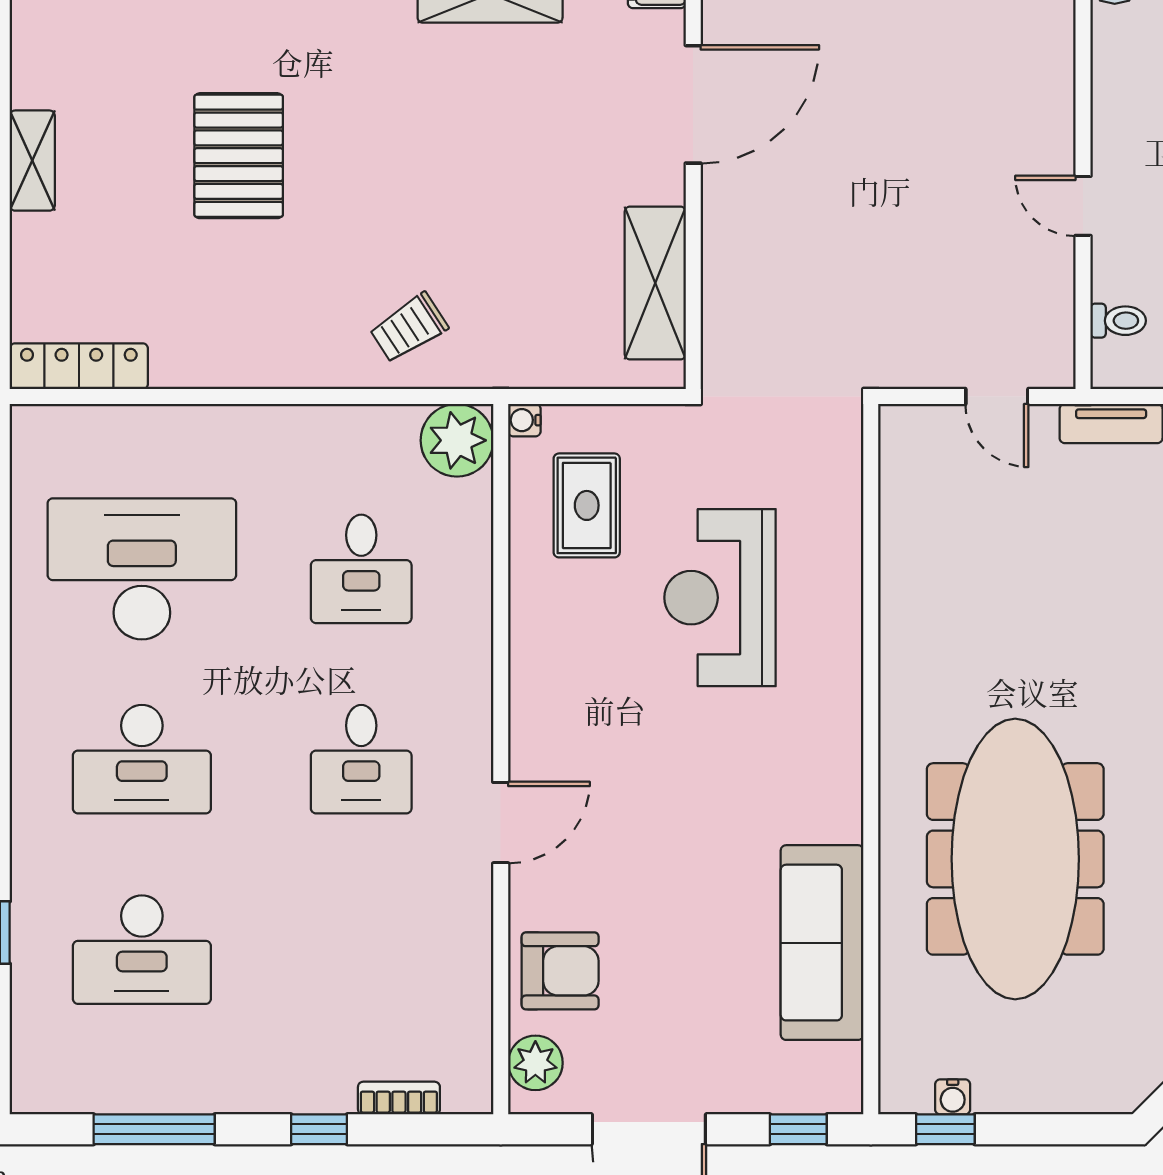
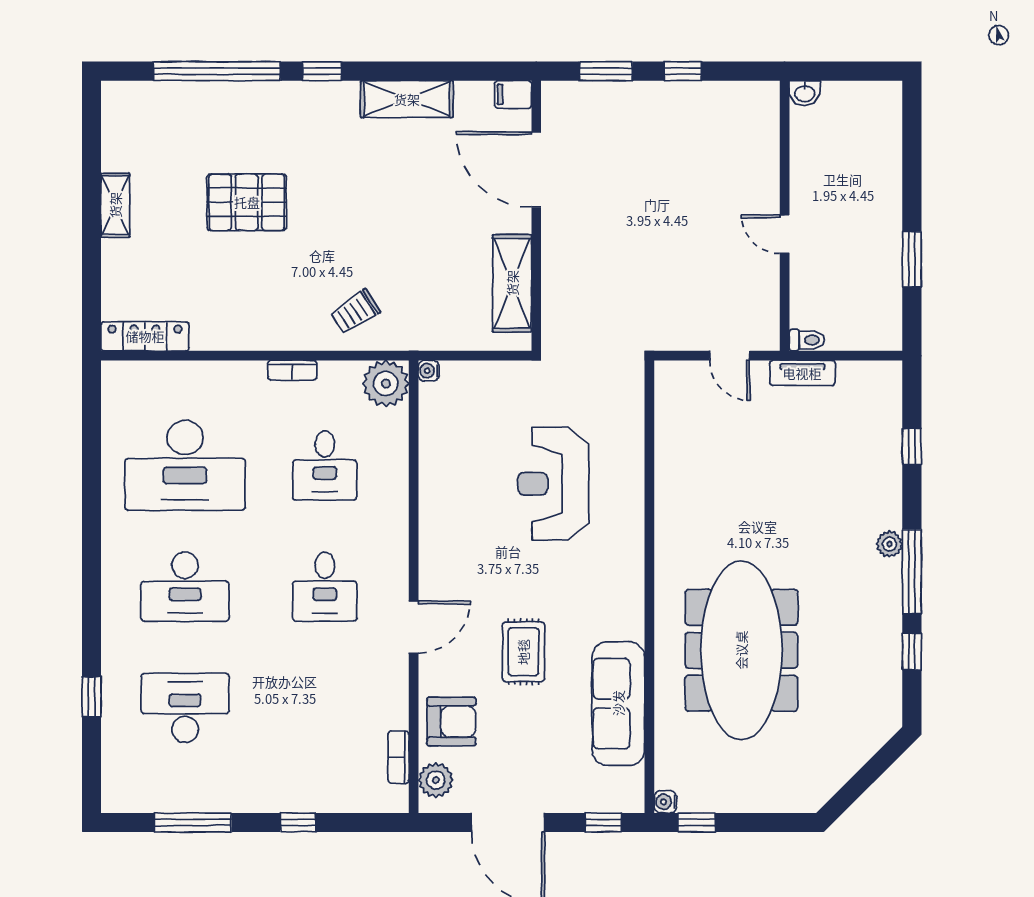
door: (693, 104) -> (536, 170), swing flipped
pallet: (239, 156) -> (247, 202), turned 90
toilet: (1118, 321) -> (807, 340), moved
bookcase: (310, 419) -> (292, 370), added
rug: (587, 505) -> (523, 652), moved
desk: (142, 569) -> (185, 465), turned 180
desk: (142, 950) -> (185, 708), turned 180
water cooler: (953, 1097) -> (665, 802), moved, turned 90
bookcase: (399, 1098) -> (398, 757), moved, turned -90

